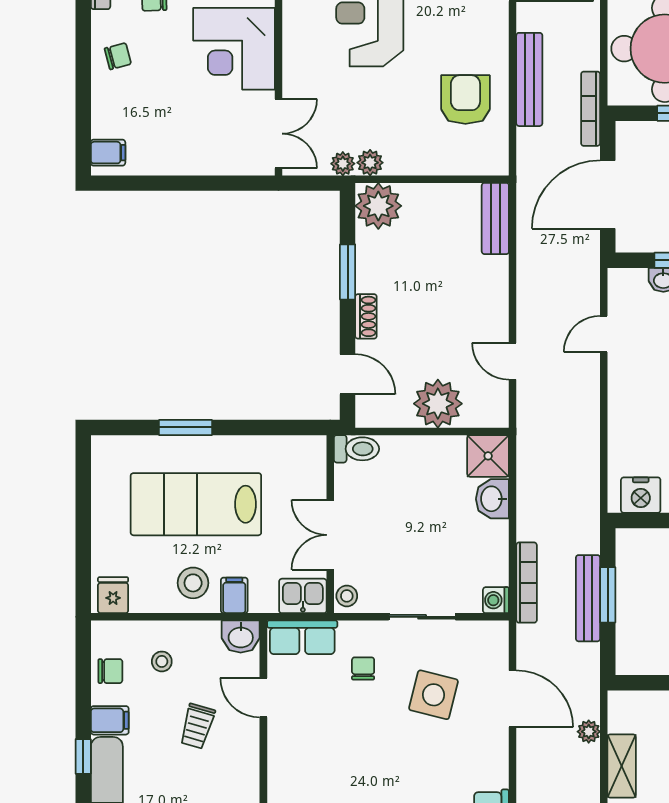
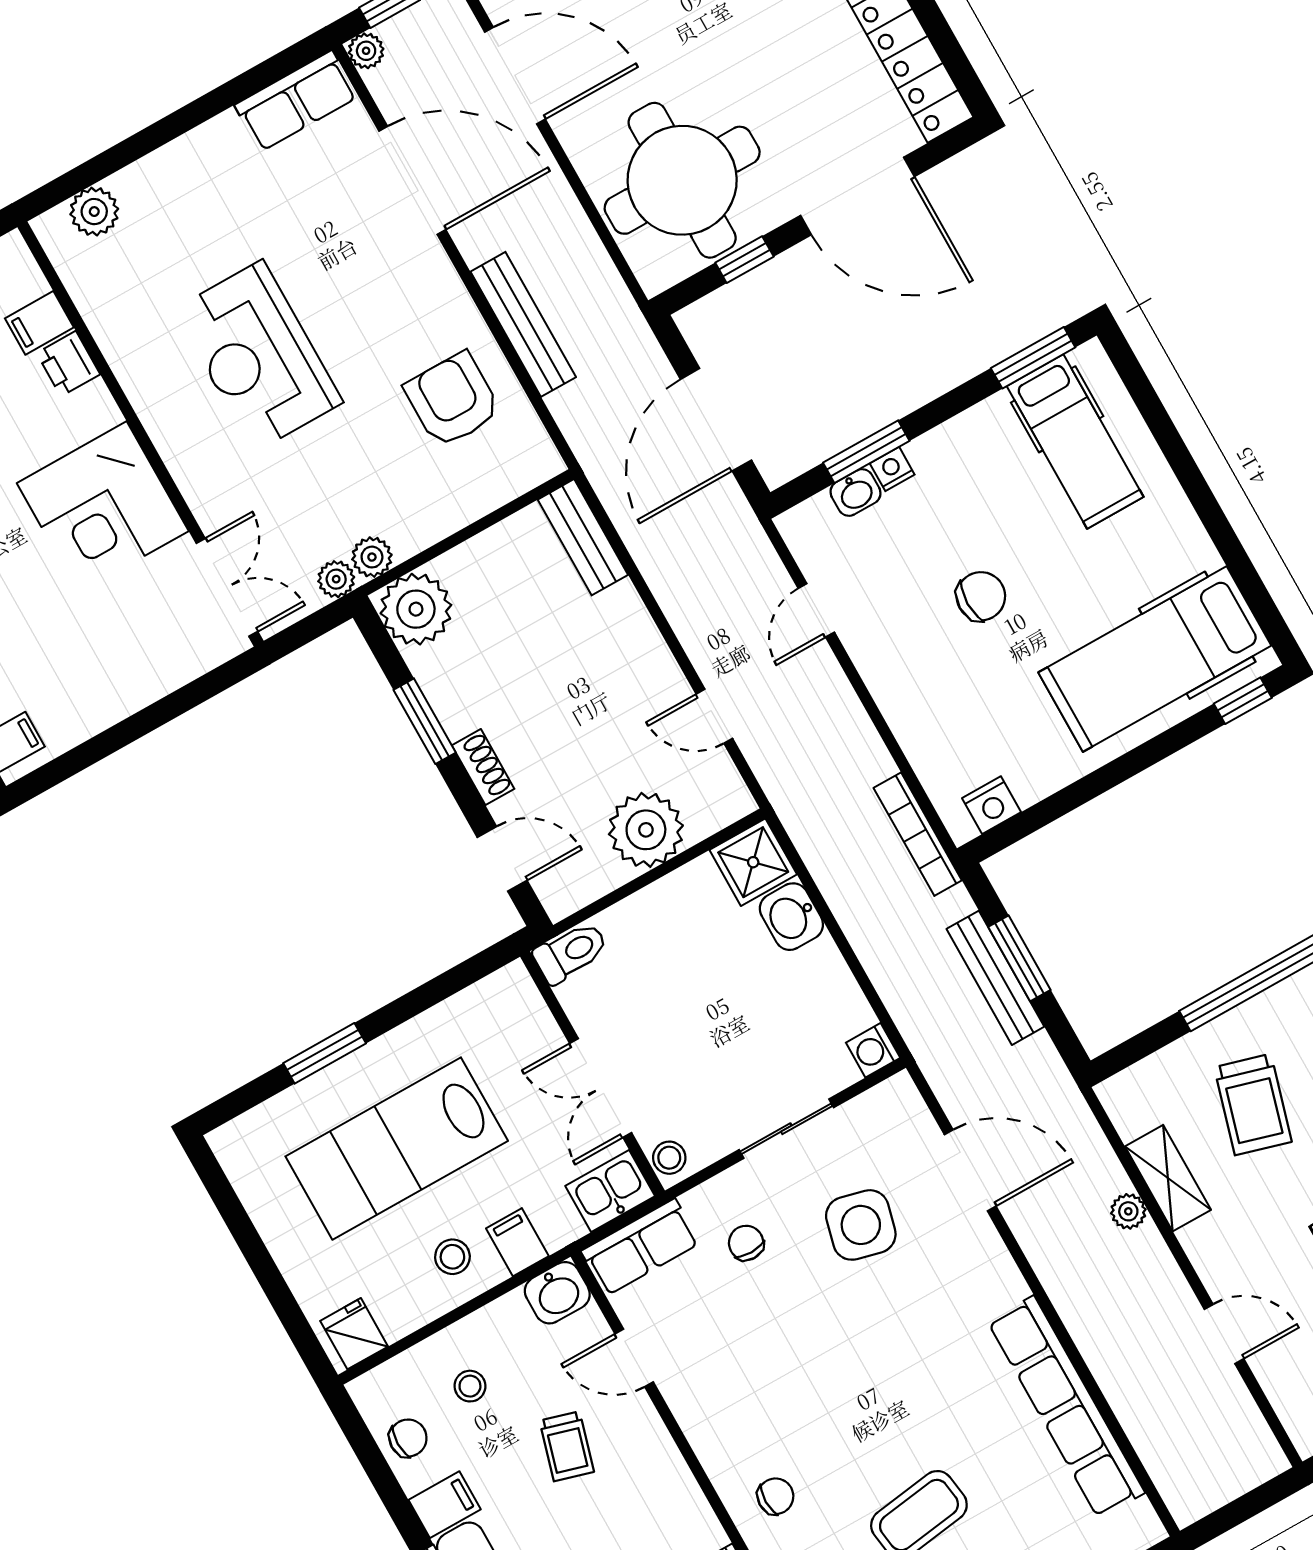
bookcase: (591, 109) -> (628, 317), removed
nightstand: (641, 495) -> (992, 805), width x0.74, depth x0.75
stool: (193, 583) -> (452, 1257), width x0.73, depth x0.73
bookcase: (527, 583) -> (918, 834), moved, turned 180
plant: (589, 732) -> (1128, 1211), moved

